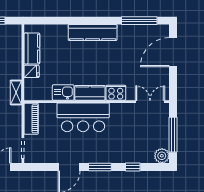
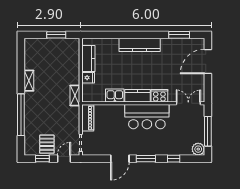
window: (139, 21) -> (179, 35), width x0.69
bar counter: (83, 117) -> (147, 117), moved

